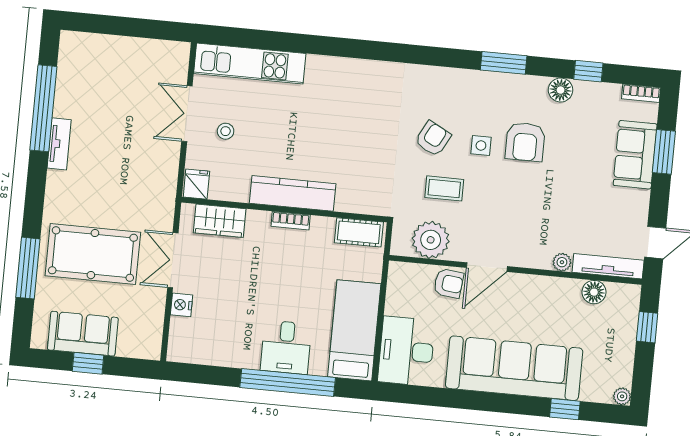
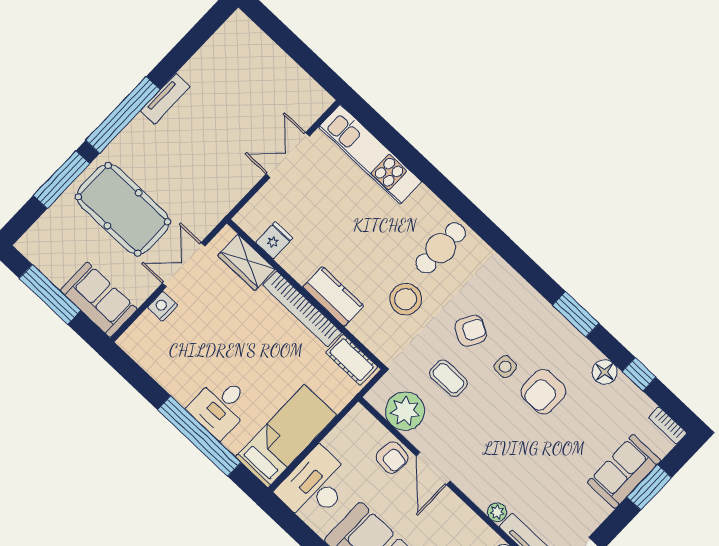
cafe table: (360, 93) -> (441, 248), added
window: (43, 108) -> (123, 115), moved
stool: (226, 131) -> (406, 299), moved, width x1.89, depth x1.89
fridge: (196, 184) -> (274, 240), moved
kitchen counter: (293, 193) -> (333, 296), width x0.67
bookcase: (291, 221) -> (302, 309), width x2.31, depth x1.31
door: (487, 267) -> (433, 469), hinge flipped
sofa: (83, 334) -> (99, 300), moved
window: (88, 363) -> (50, 294), width x2.17

